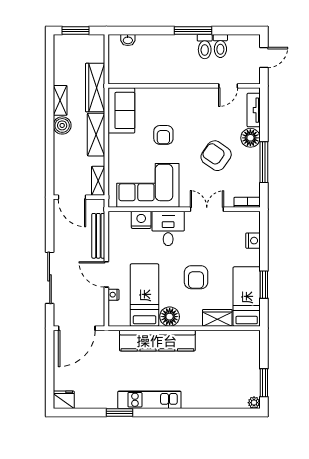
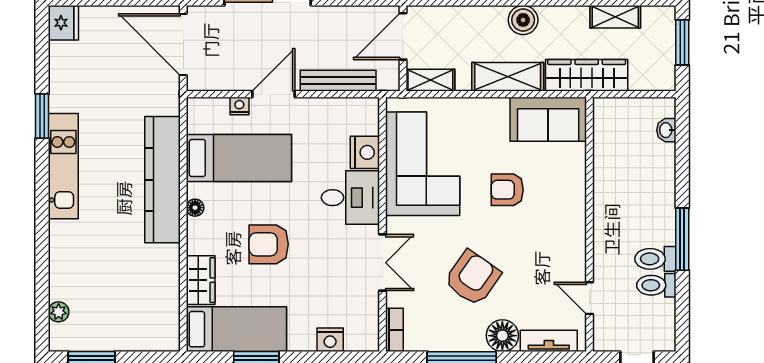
shelving: (60, 100) -> (615, 17), moved
floor lamp: (170, 317) -> (195, 208), width x0.53, depth x0.53
plant: (254, 403) -> (59, 312), moved

